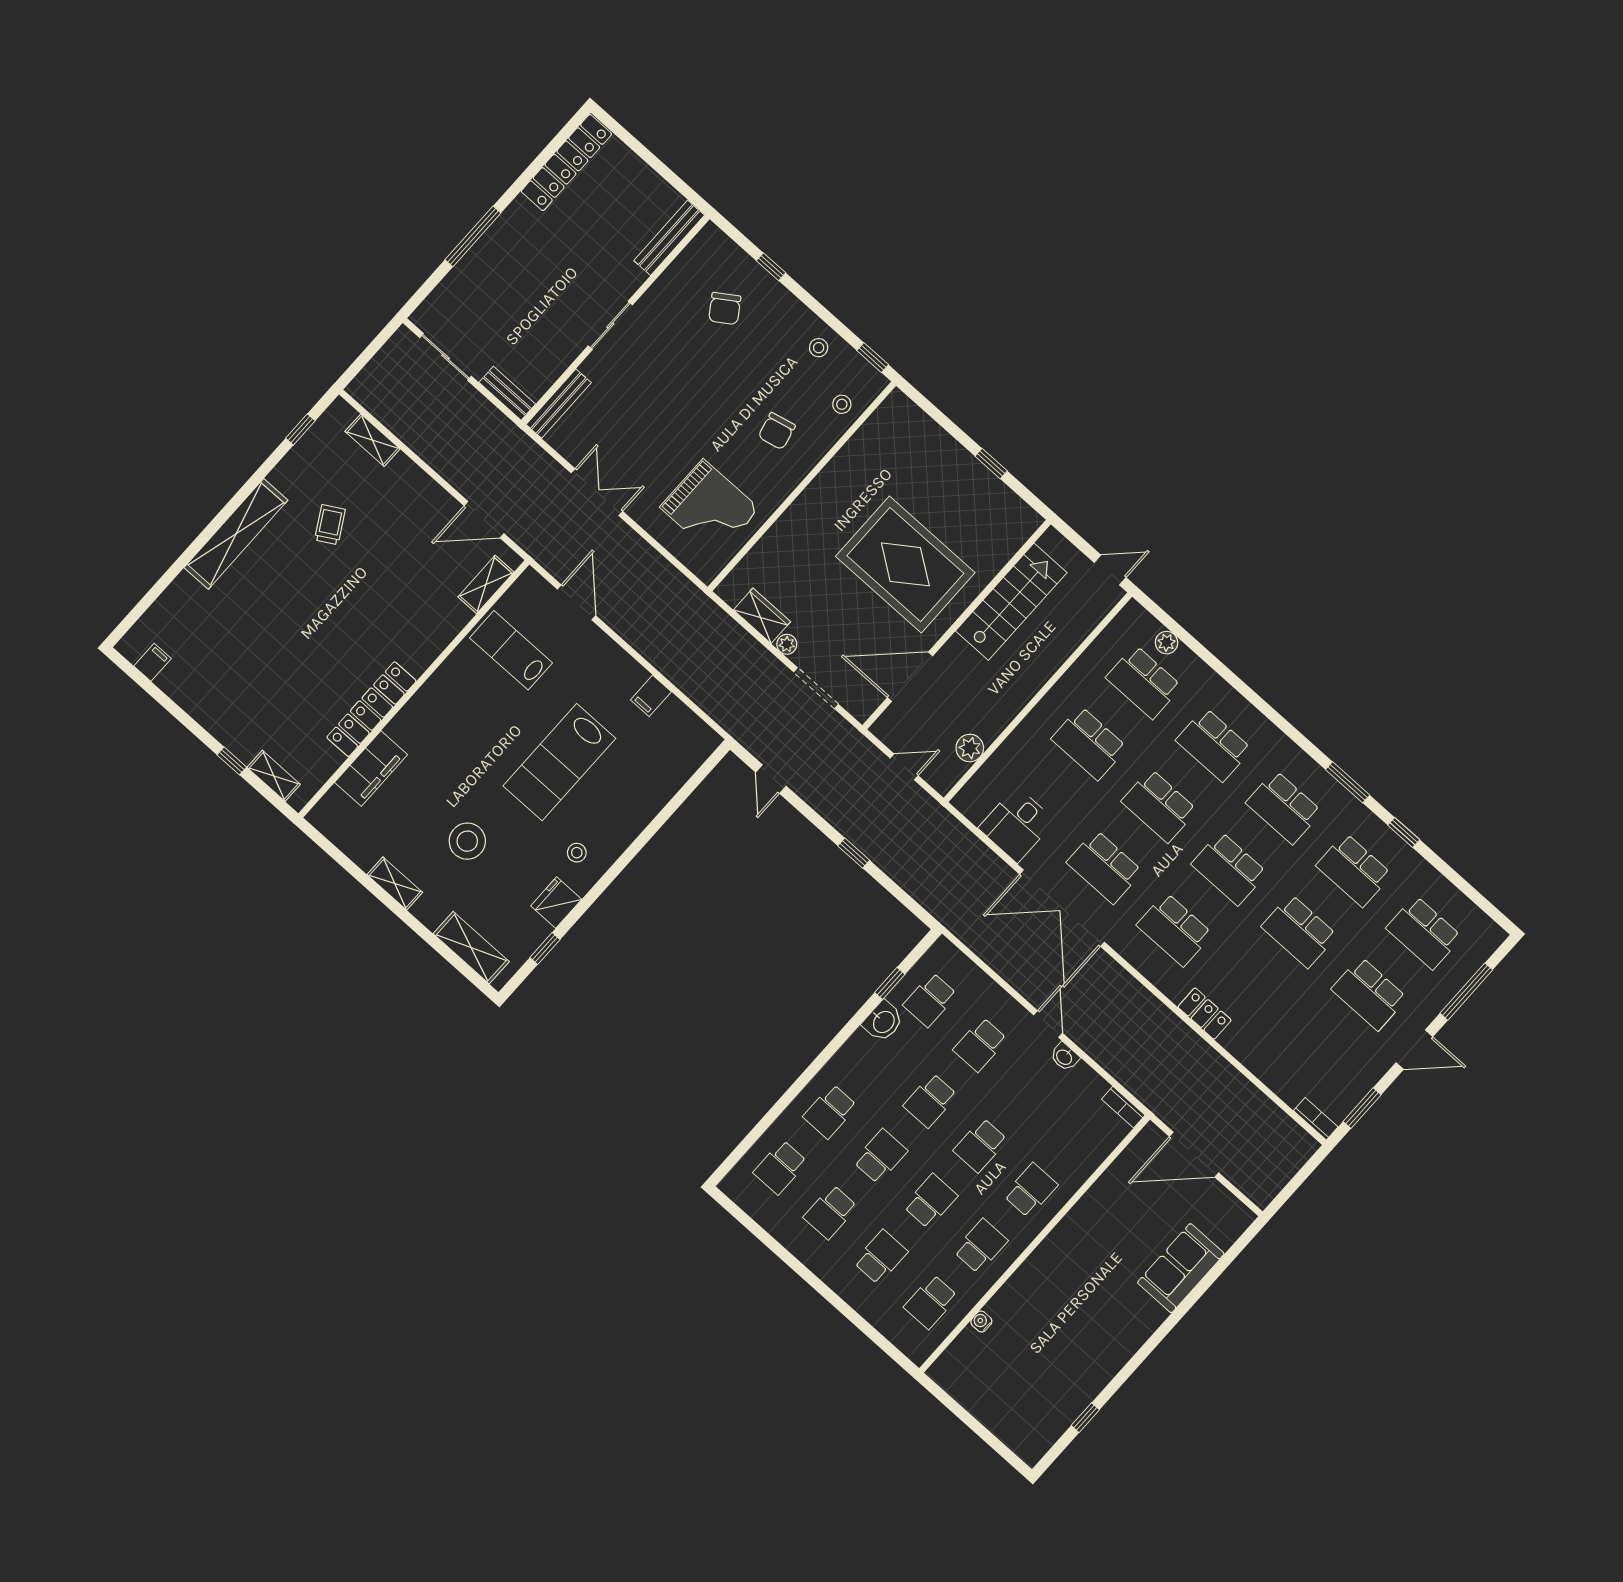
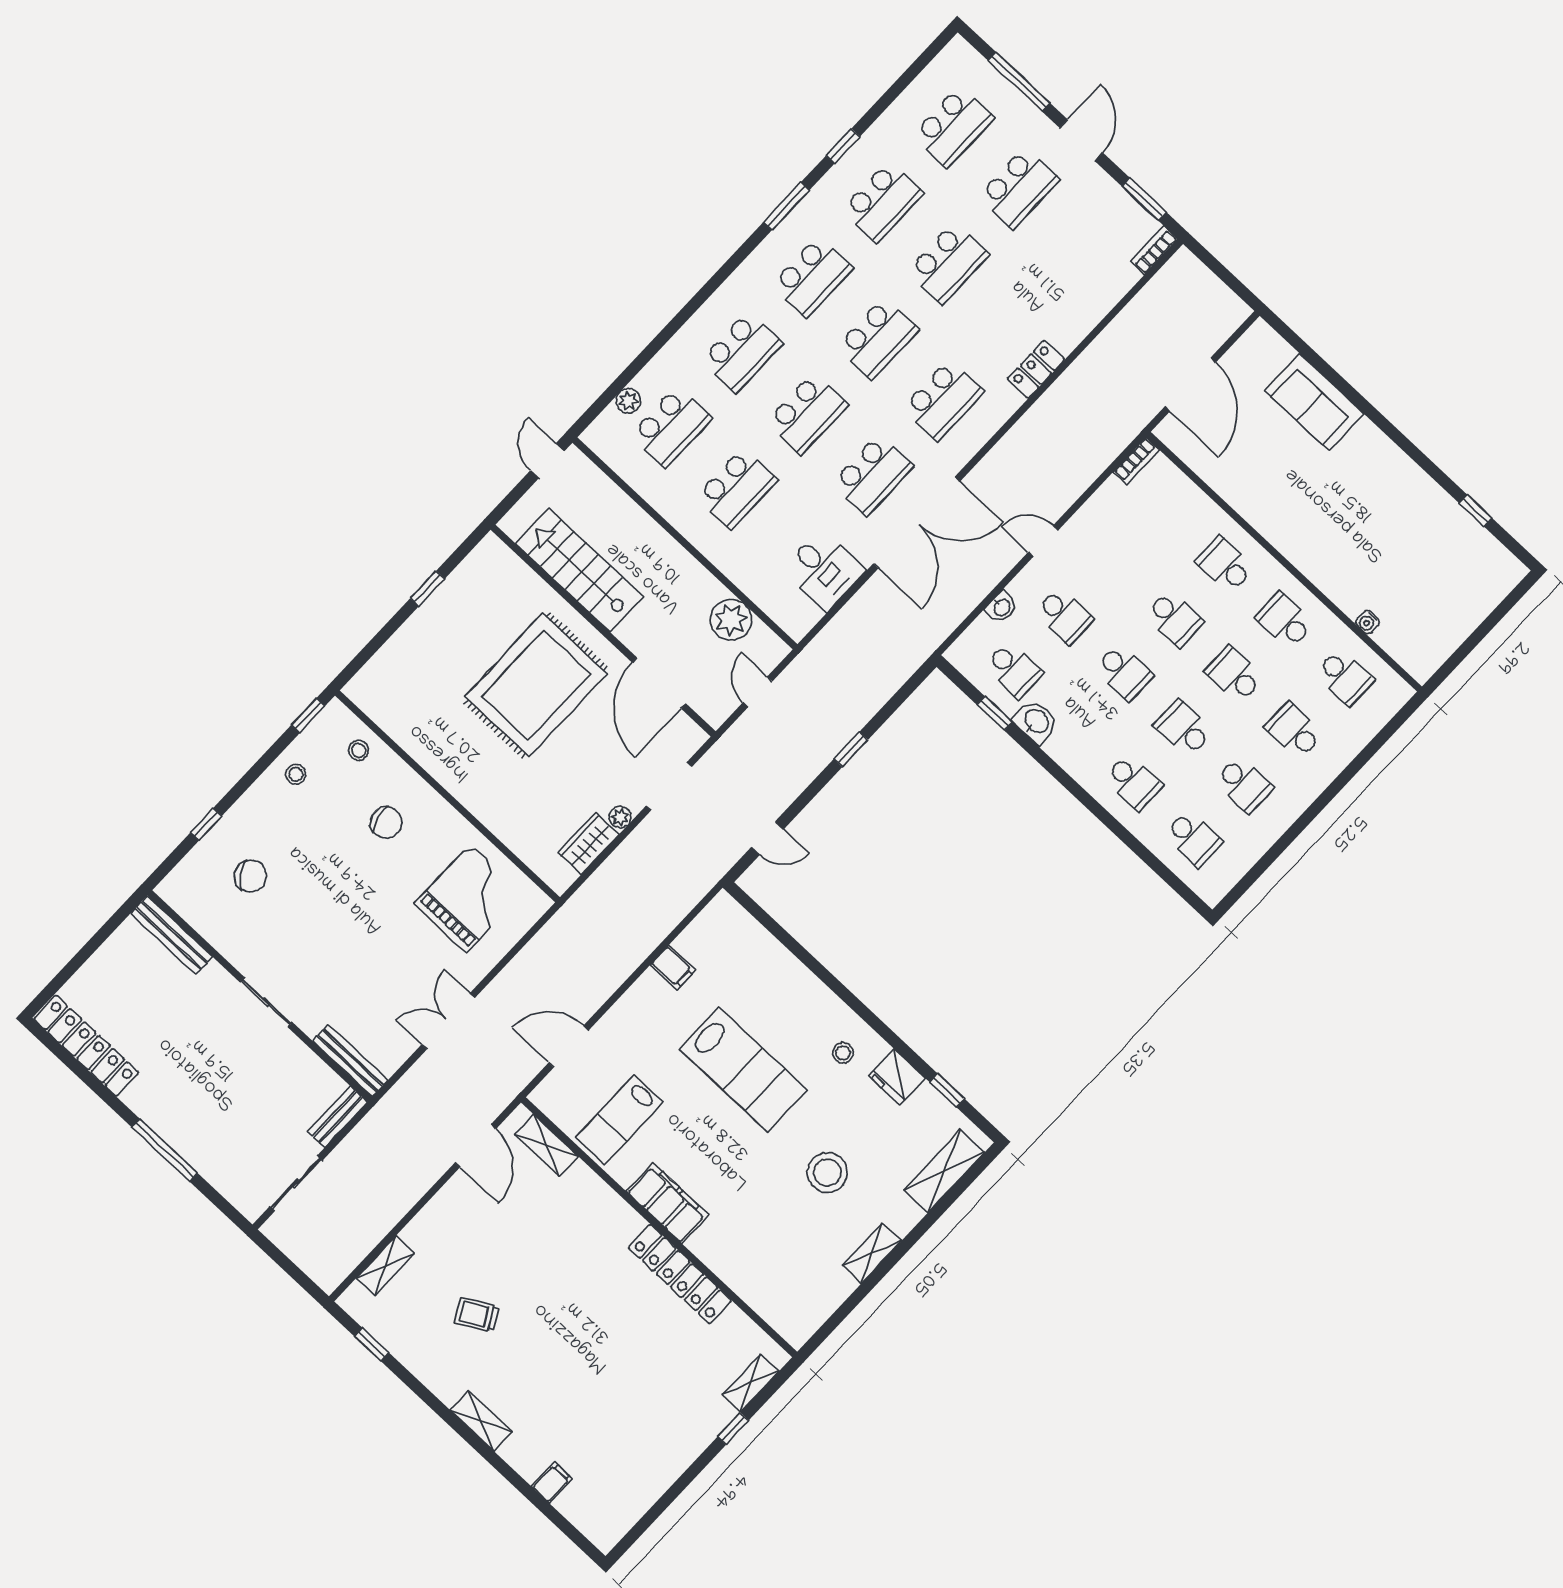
shelving: (236, 534) -> (481, 1421), width x0.45, depth x0.75
filing cabinet: (153, 662) -> (552, 1483), moved, turned 90
plant: (970, 748) -> (731, 620), width x1.36, depth x1.36
filing cabinet: (371, 769) -> (667, 1203), moved
washbasin: (1064, 1057) -> (1001, 607), moved

